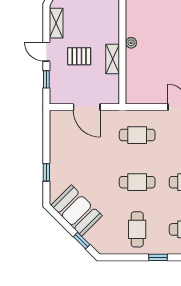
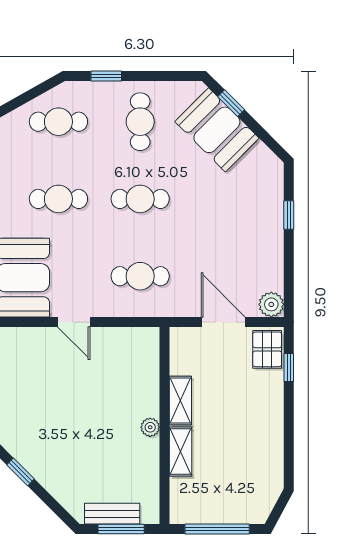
shelving: (56, 23) -> (180, 452), moved
door: (46, 52) -> (289, 413), removed
pallet: (79, 56) -> (267, 349), moved, turned 90
plant: (57, 118) -> (271, 304), added
booth: (77, 211) -> (217, 130), moved

